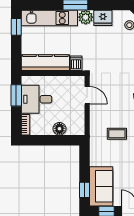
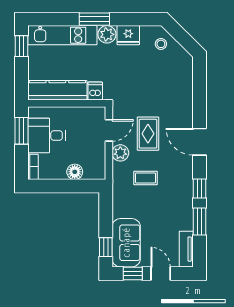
door: (87, 95) -> (109, 130), hinge flipped
rug: (119, 98) -> (148, 134), added
plant: (96, 113) -> (120, 153), added

